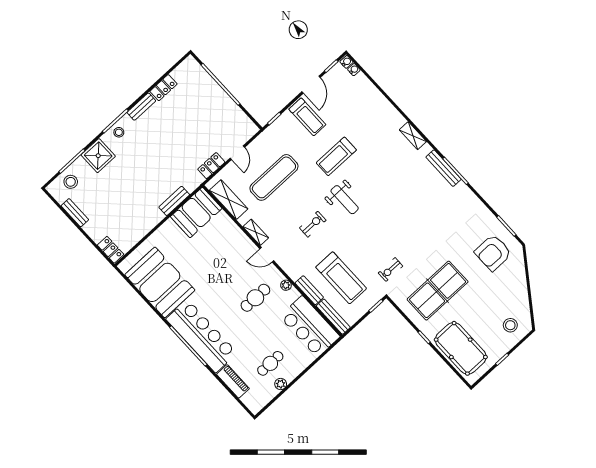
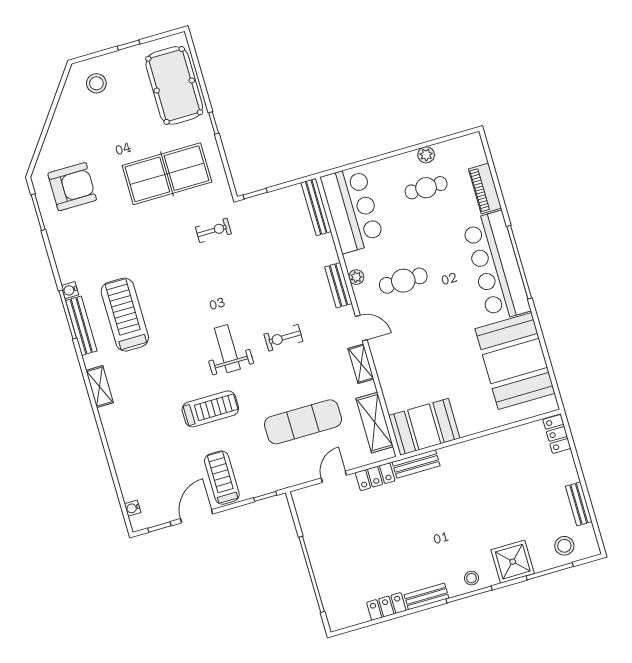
water cooler: (346, 62) -> (70, 290), moved
bench: (174, 201) -> (416, 464), moved
treadmill: (341, 278) -> (125, 315), moved
bench: (309, 290) -> (338, 285), moved

